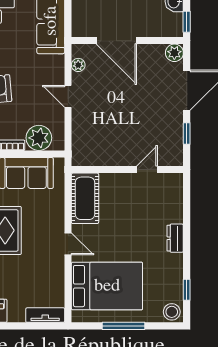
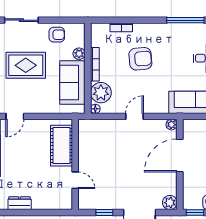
plant: (78, 65) -> (172, 125), moved
floor lamp: (59, 145) -> (95, 109), added
cot: (85, 198) -> (61, 146), moved, turned 90

